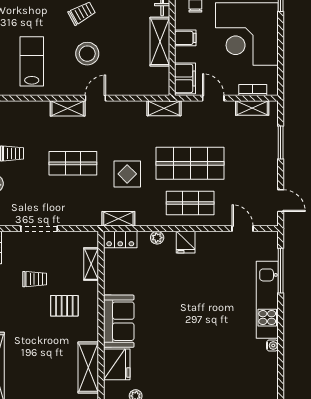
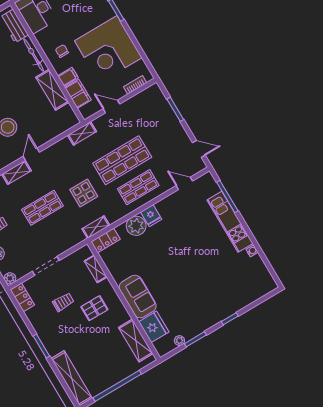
filing cabinet: (185, 78) -> (78, 94), moved
shelving: (252, 108) -> (142, 97), removed
plant: (157, 238) -> (136, 226), width x1.88, depth x1.88

